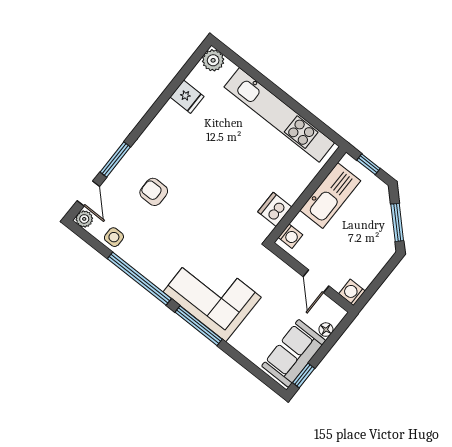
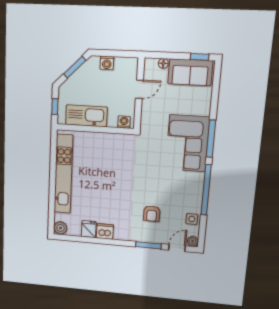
dishwasher: (275, 209) -> (105, 231), moved, turned 180
washing machine: (352, 292) -> (107, 63), moved

